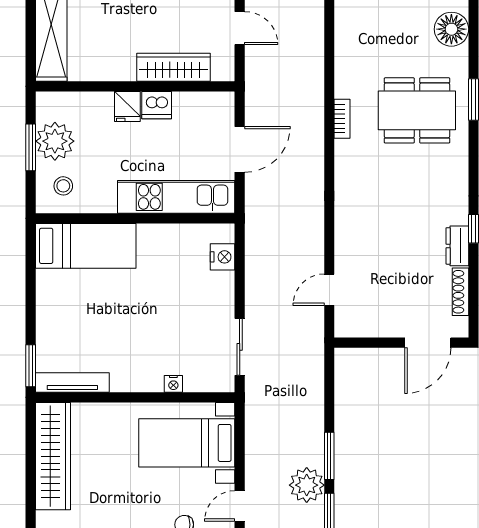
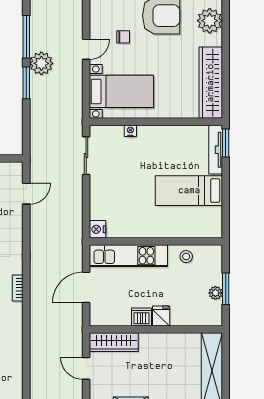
wardrobe: (174, 67) -> (114, 342), moved
bookcase: (342, 119) -> (18, 288), moved
plant: (55, 141) -> (215, 293), width x0.53, depth x0.53
stool: (63, 186) -> (186, 257), moved
bed: (86, 246) -> (189, 191), moved
nightstand: (223, 257) -> (98, 229), moved
tv unit: (72, 383) -> (216, 150), moved, turned 90

